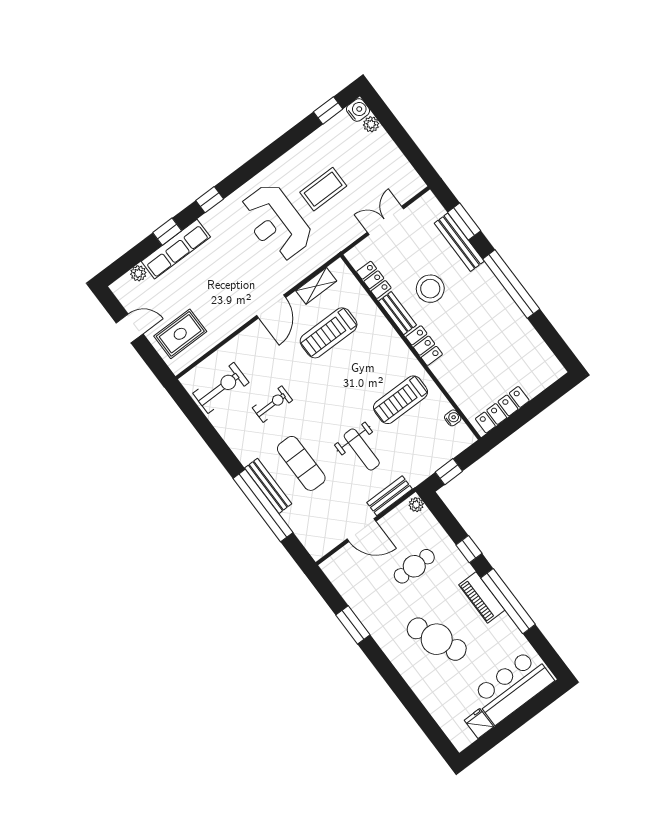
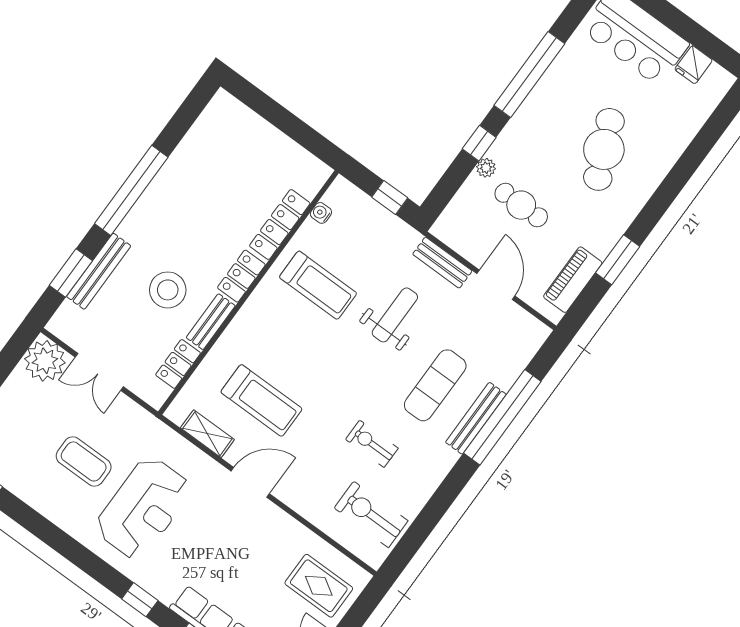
plant: (406, 183) -> (45, 361), added
locker: (502, 410) -> (280, 225), moved, turned 90
plant: (416, 505) -> (486, 168), moved
piano: (482, 597) -> (573, 280), moved, turned 180

